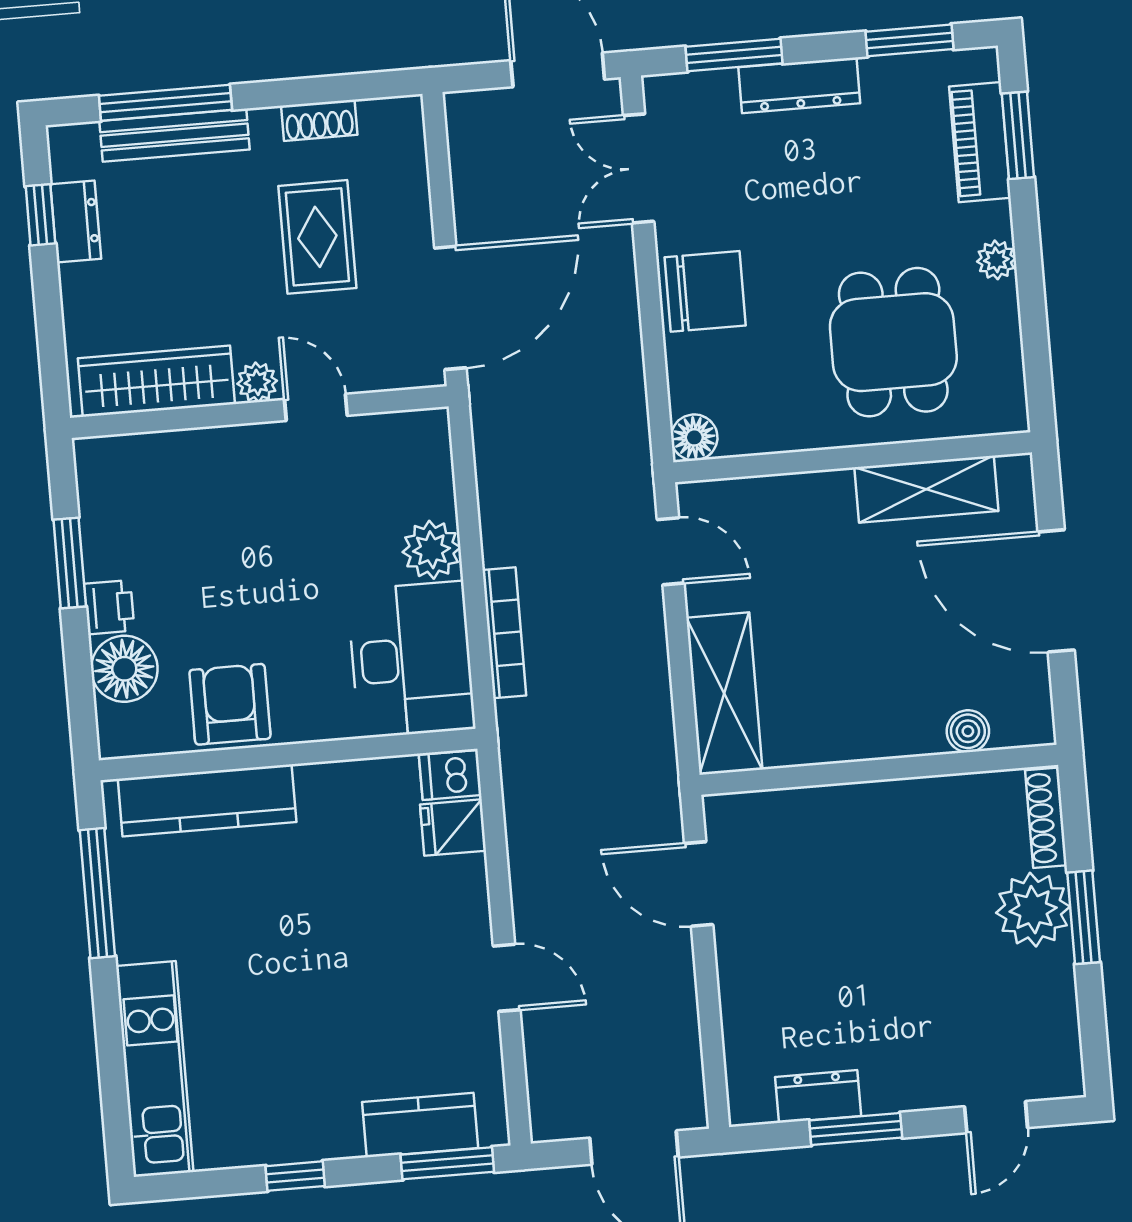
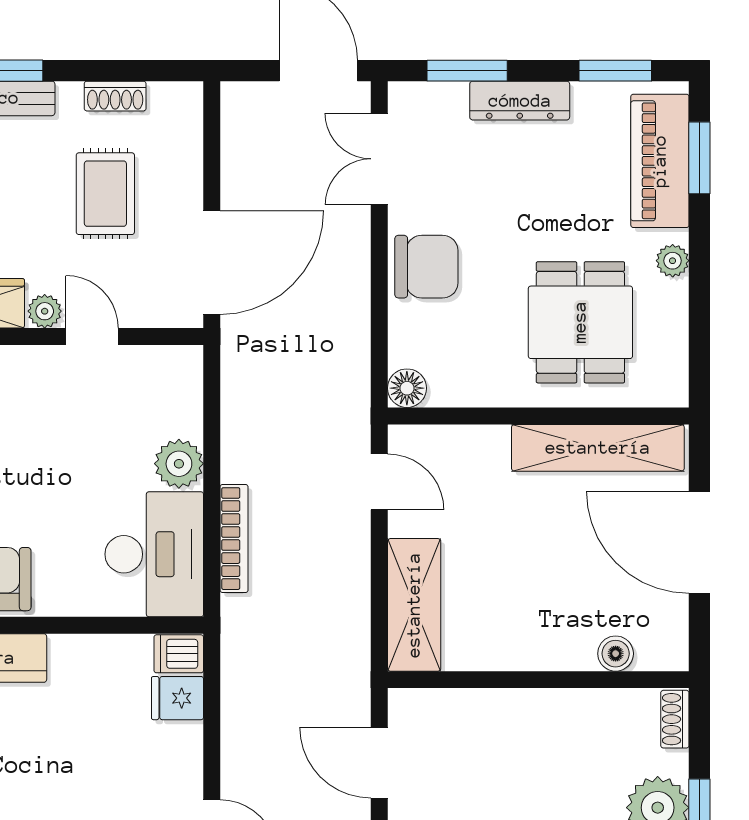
piano: (980, 142) -> (660, 161), width x1.37, depth x1.33
shelving: (926, 489) -> (598, 448), width x1.47
shoe rack: (1046, 818) -> (675, 719), width x0.70

